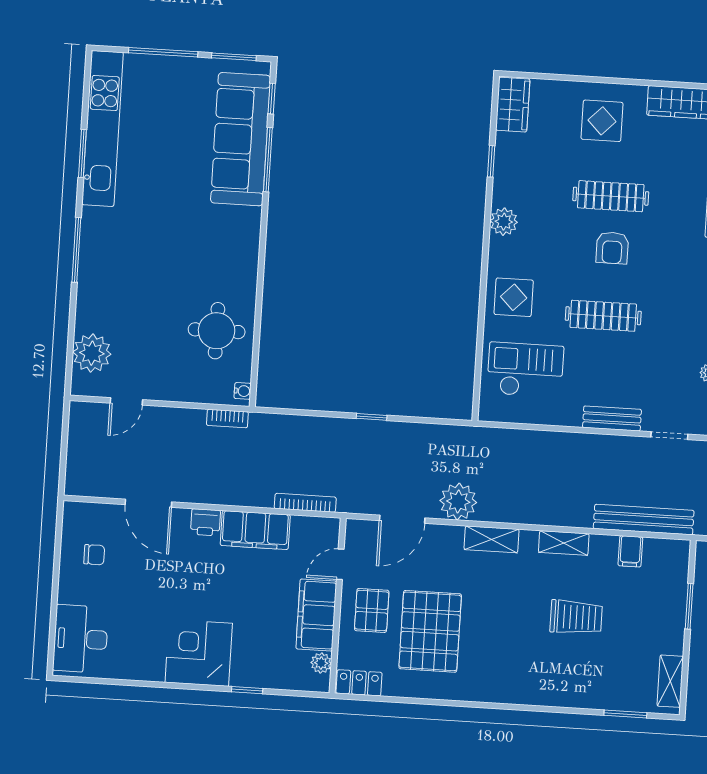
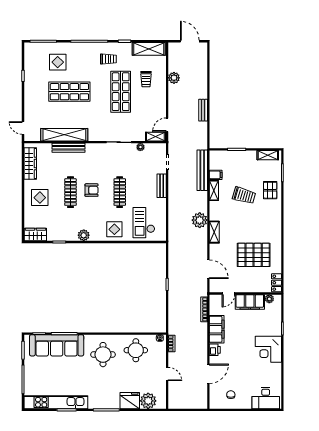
round table: (211, 250) -> (103, 355), added
fridge: (95, 308) -> (130, 401), added
door: (126, 401) -> (167, 374), moved
plant: (458, 502) -> (200, 220), moved
shelving: (564, 543) -> (214, 190), moved
door: (340, 564) -> (228, 293), hinge flipped
pallet: (372, 610) -> (270, 190), moved, turned 90
trolley: (576, 617) -> (244, 195), turned 106

